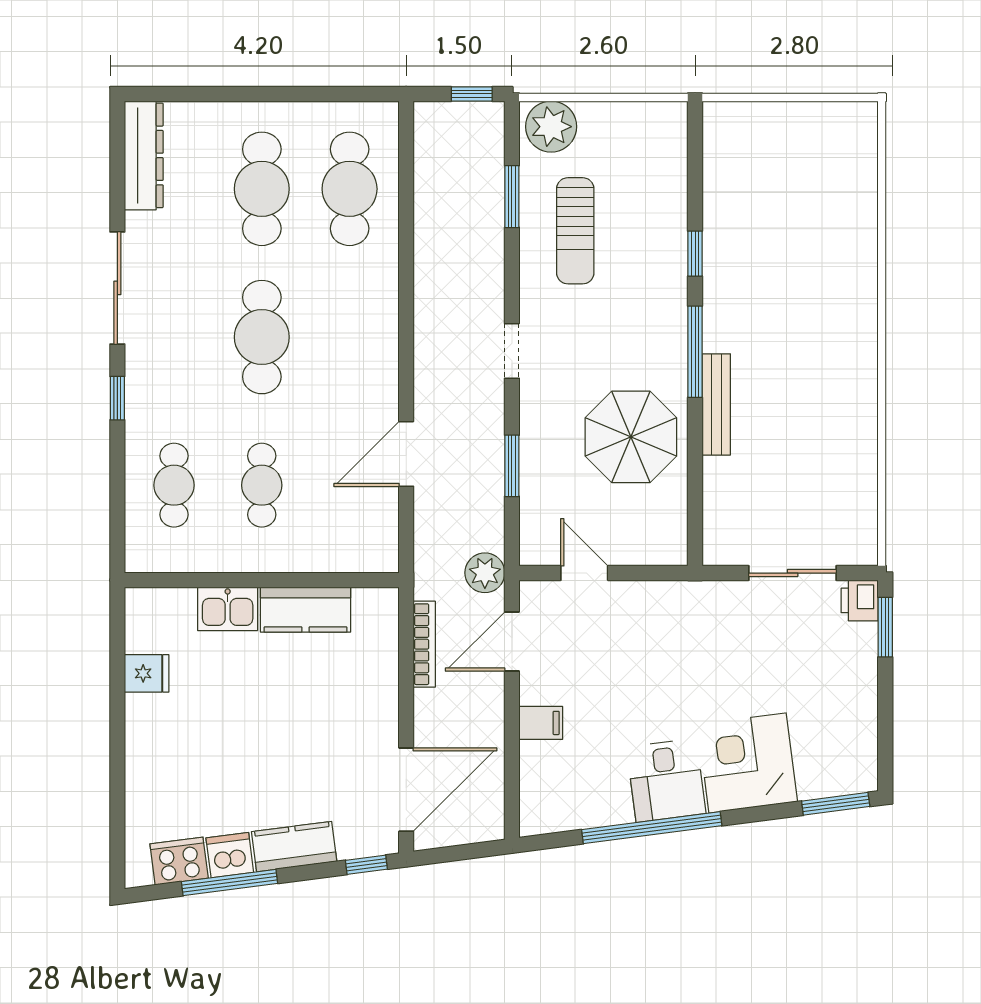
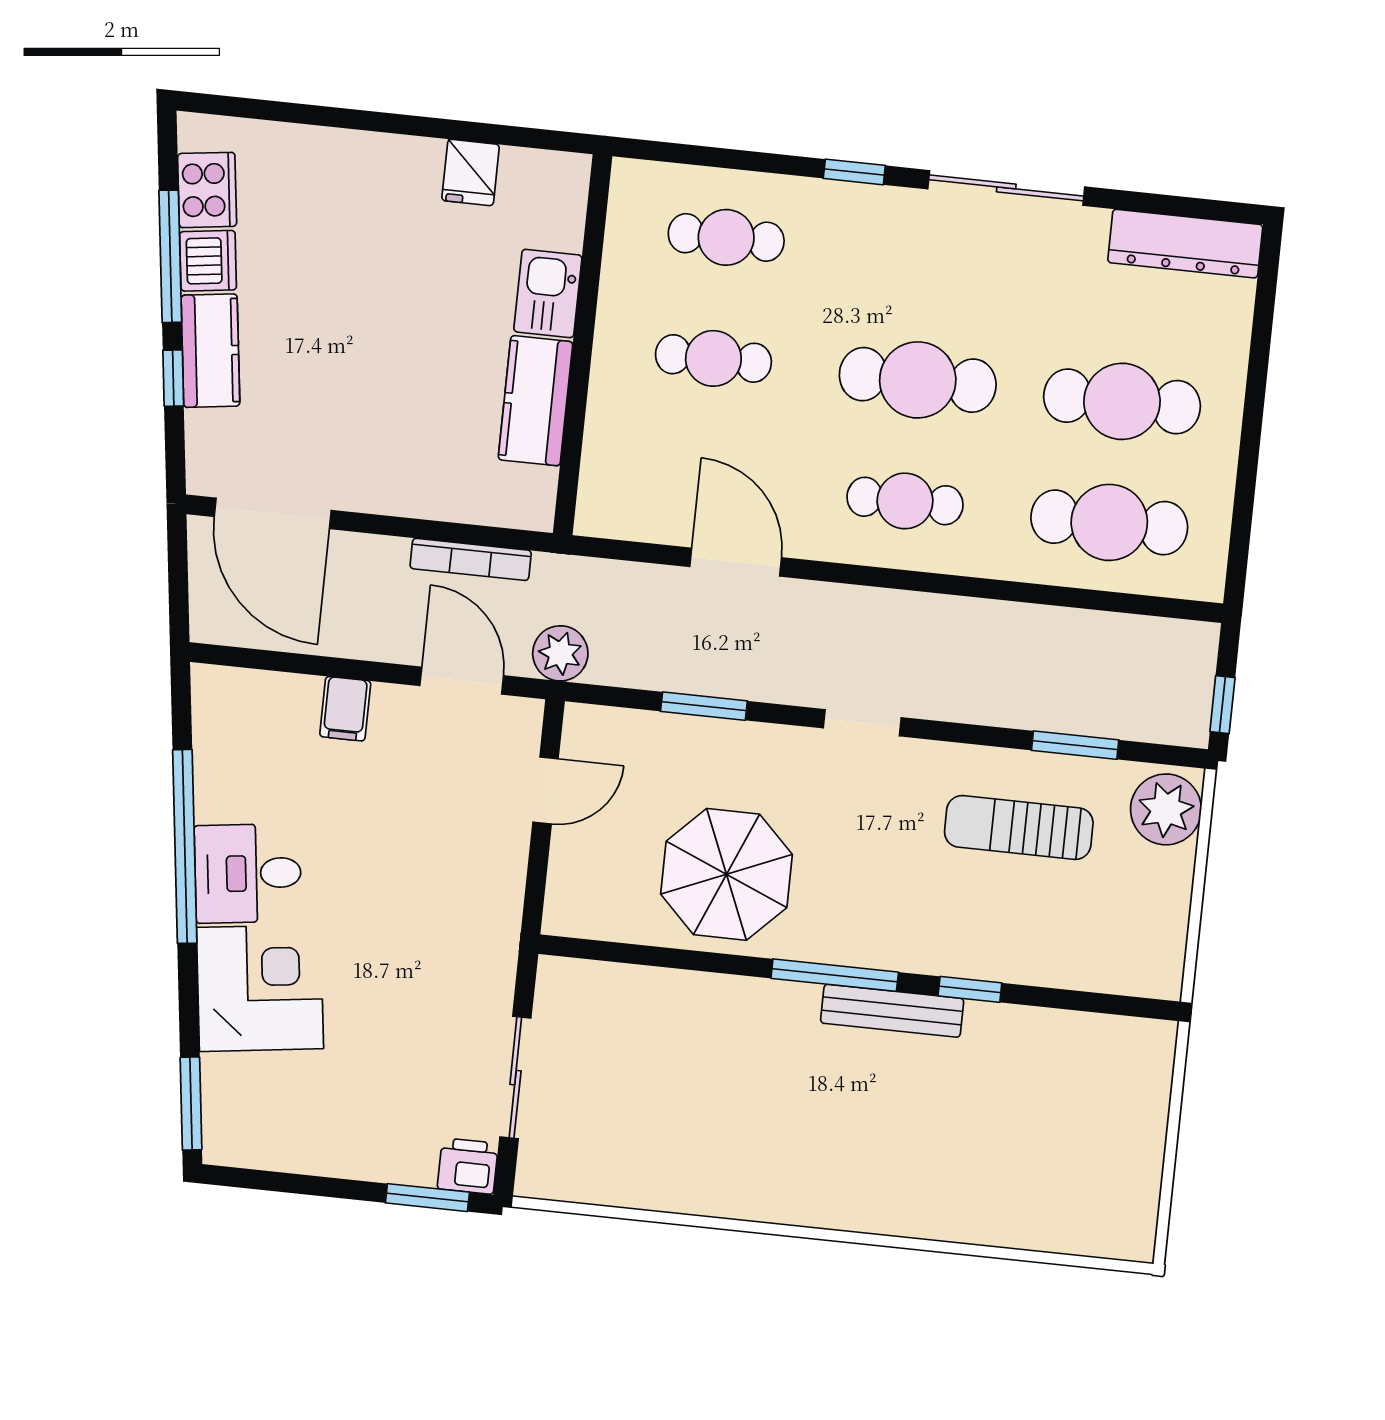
cafe table: (350, 337) -> (905, 501), added
bench: (716, 404) -> (892, 1011), moved
window: (366, 865) -> (173, 378), moved

